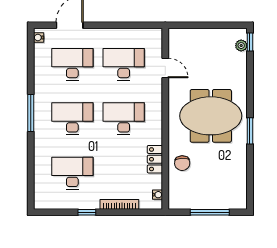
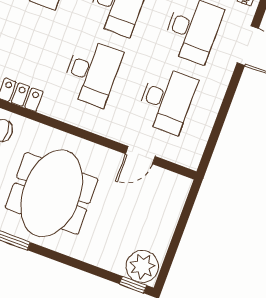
plant: (241, 46) -> (142, 266), width x1.87, depth x1.87

